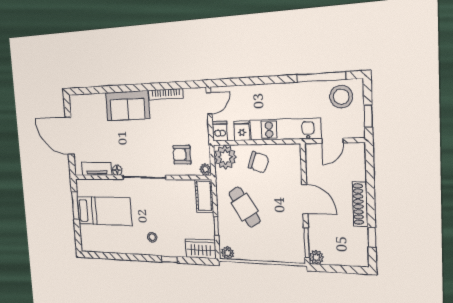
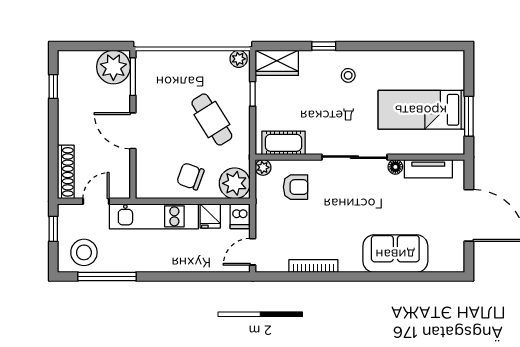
sofa: (127, 106) -> (395, 254), moved
cot: (204, 196) -> (283, 143), moved, turned 90
shoe rack: (360, 204) -> (66, 172), moved
plant: (316, 257) -> (113, 67), width x1.87, depth x1.87

